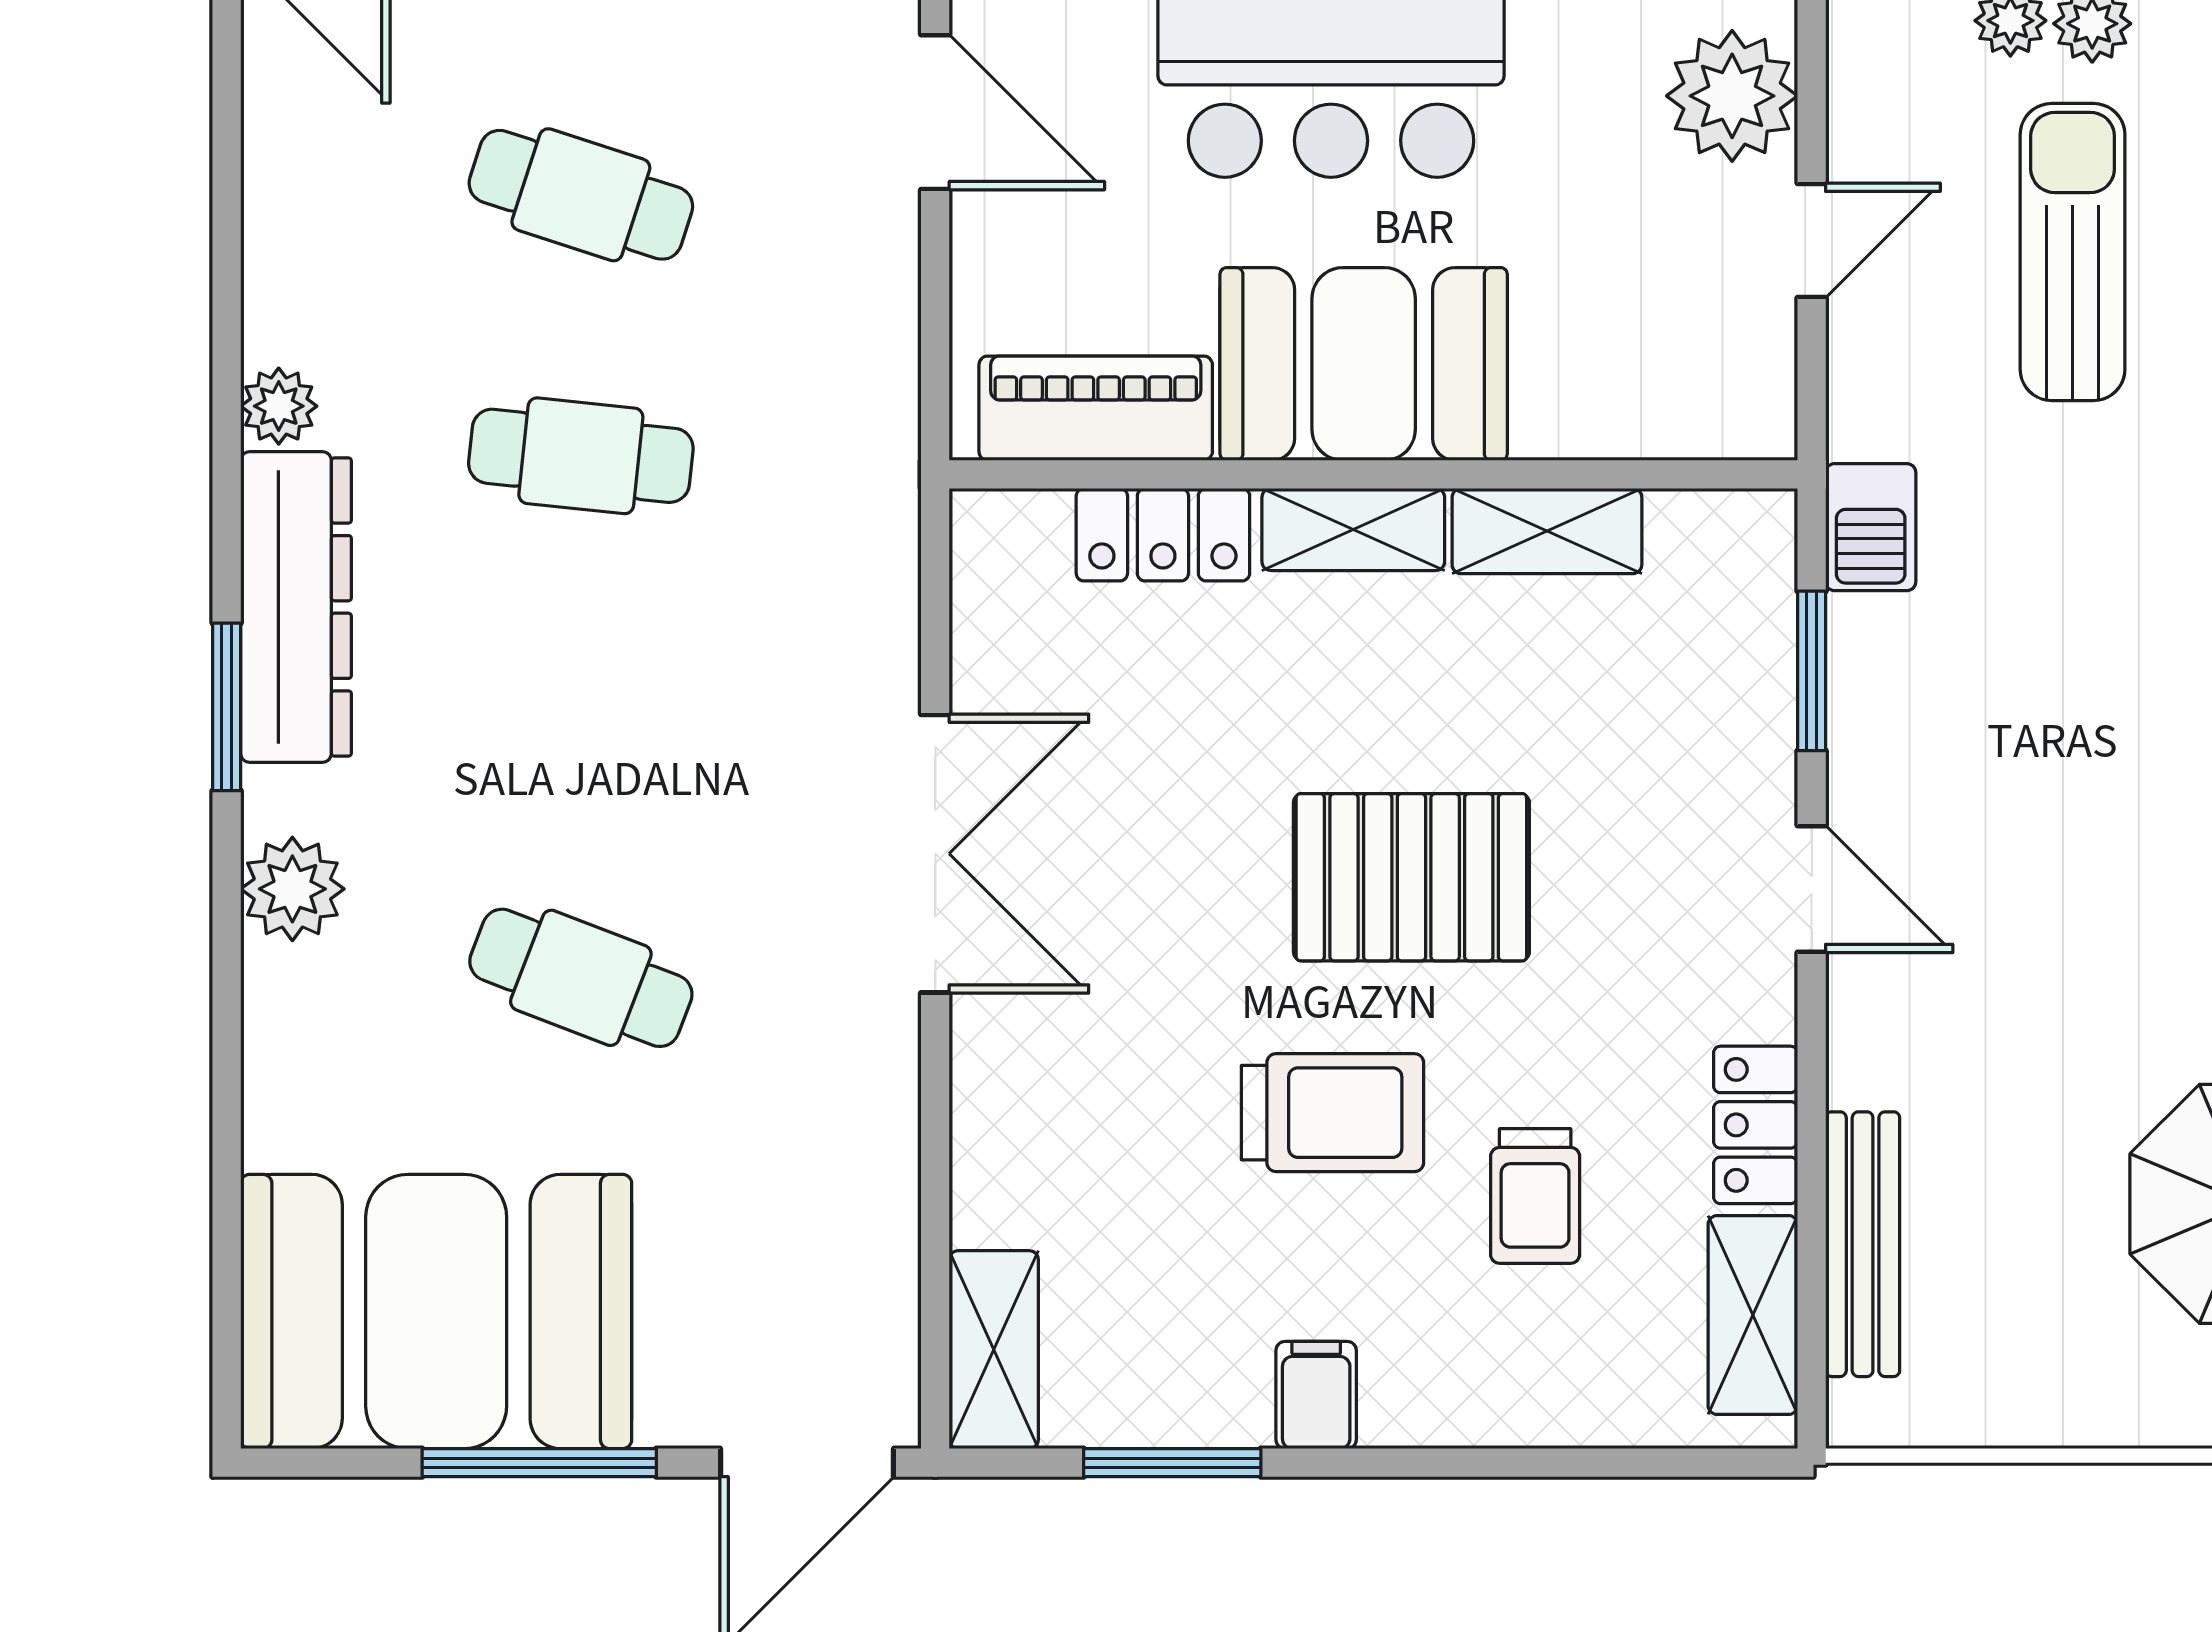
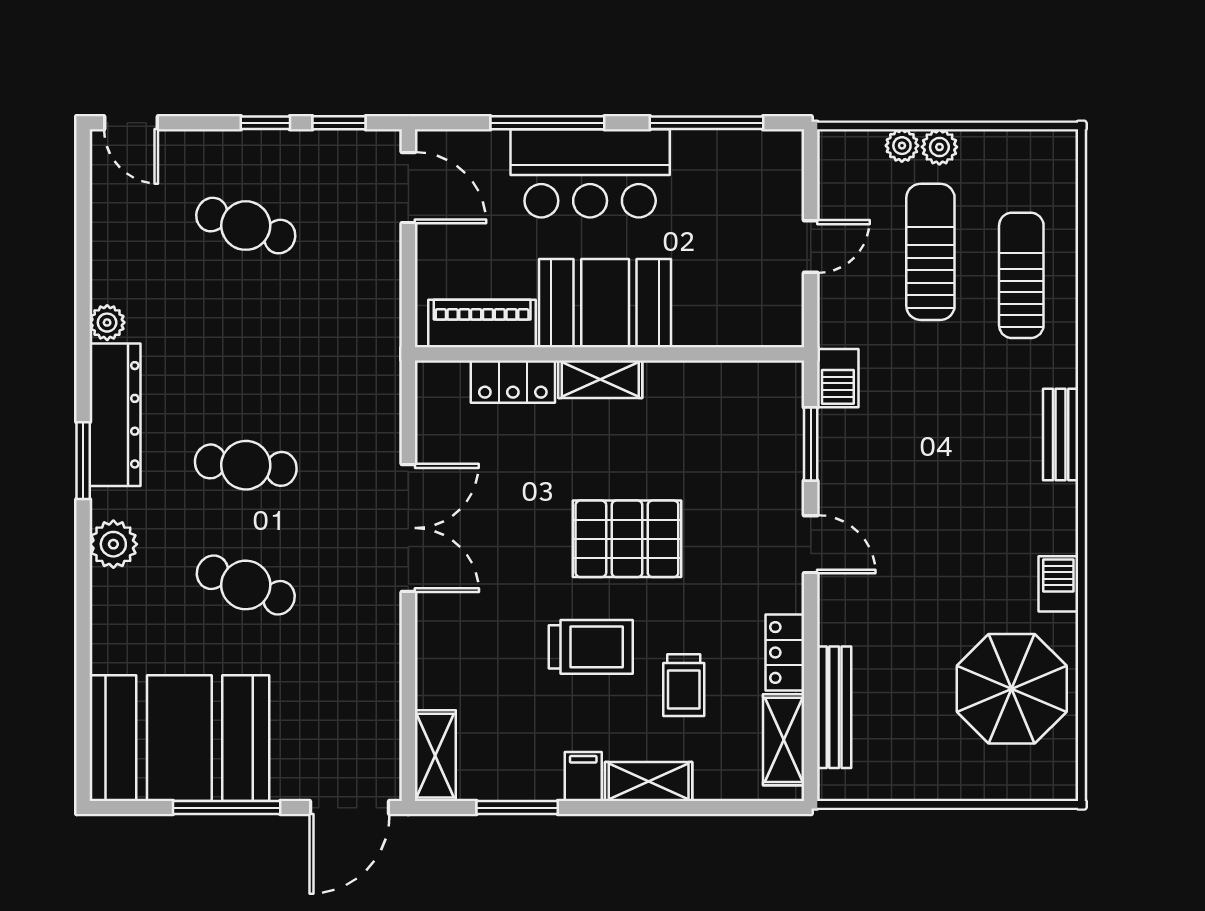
plant: (1732, 96) -> (774, 180), removed
cafe table: (581, 456) -> (246, 465), moved
shelving: (1547, 531) -> (649, 782), moved

